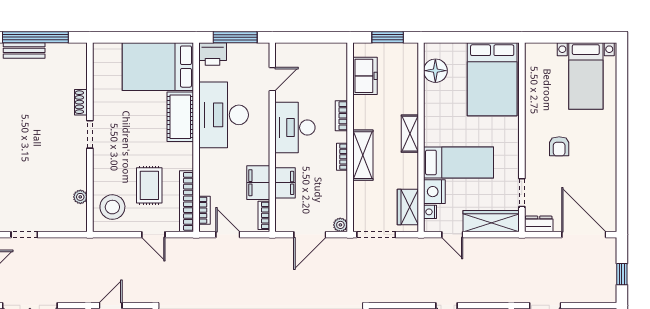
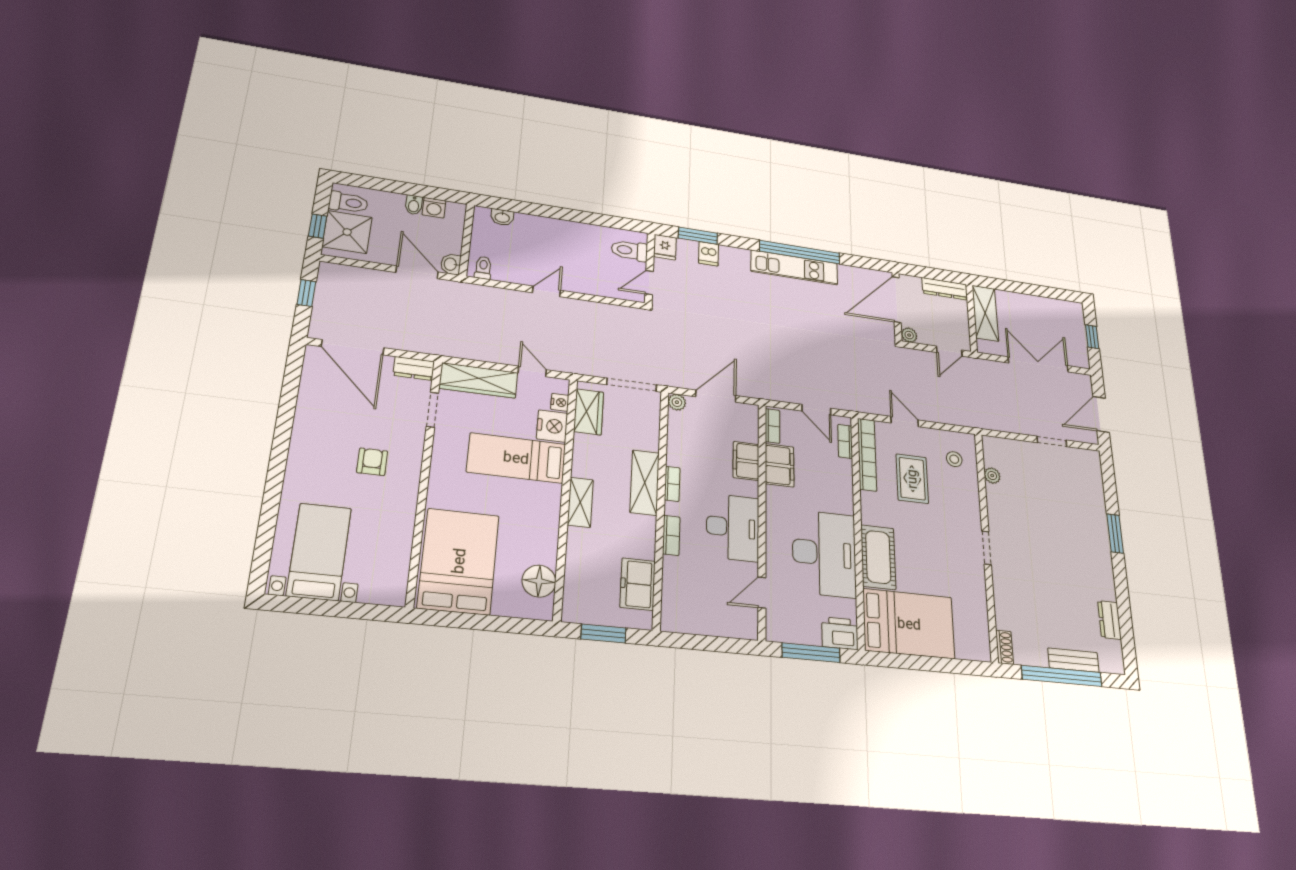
shoe rack: (81, 102) -> (1005, 647), moved
stool: (112, 207) -> (954, 459), width x0.53, depth x0.53

